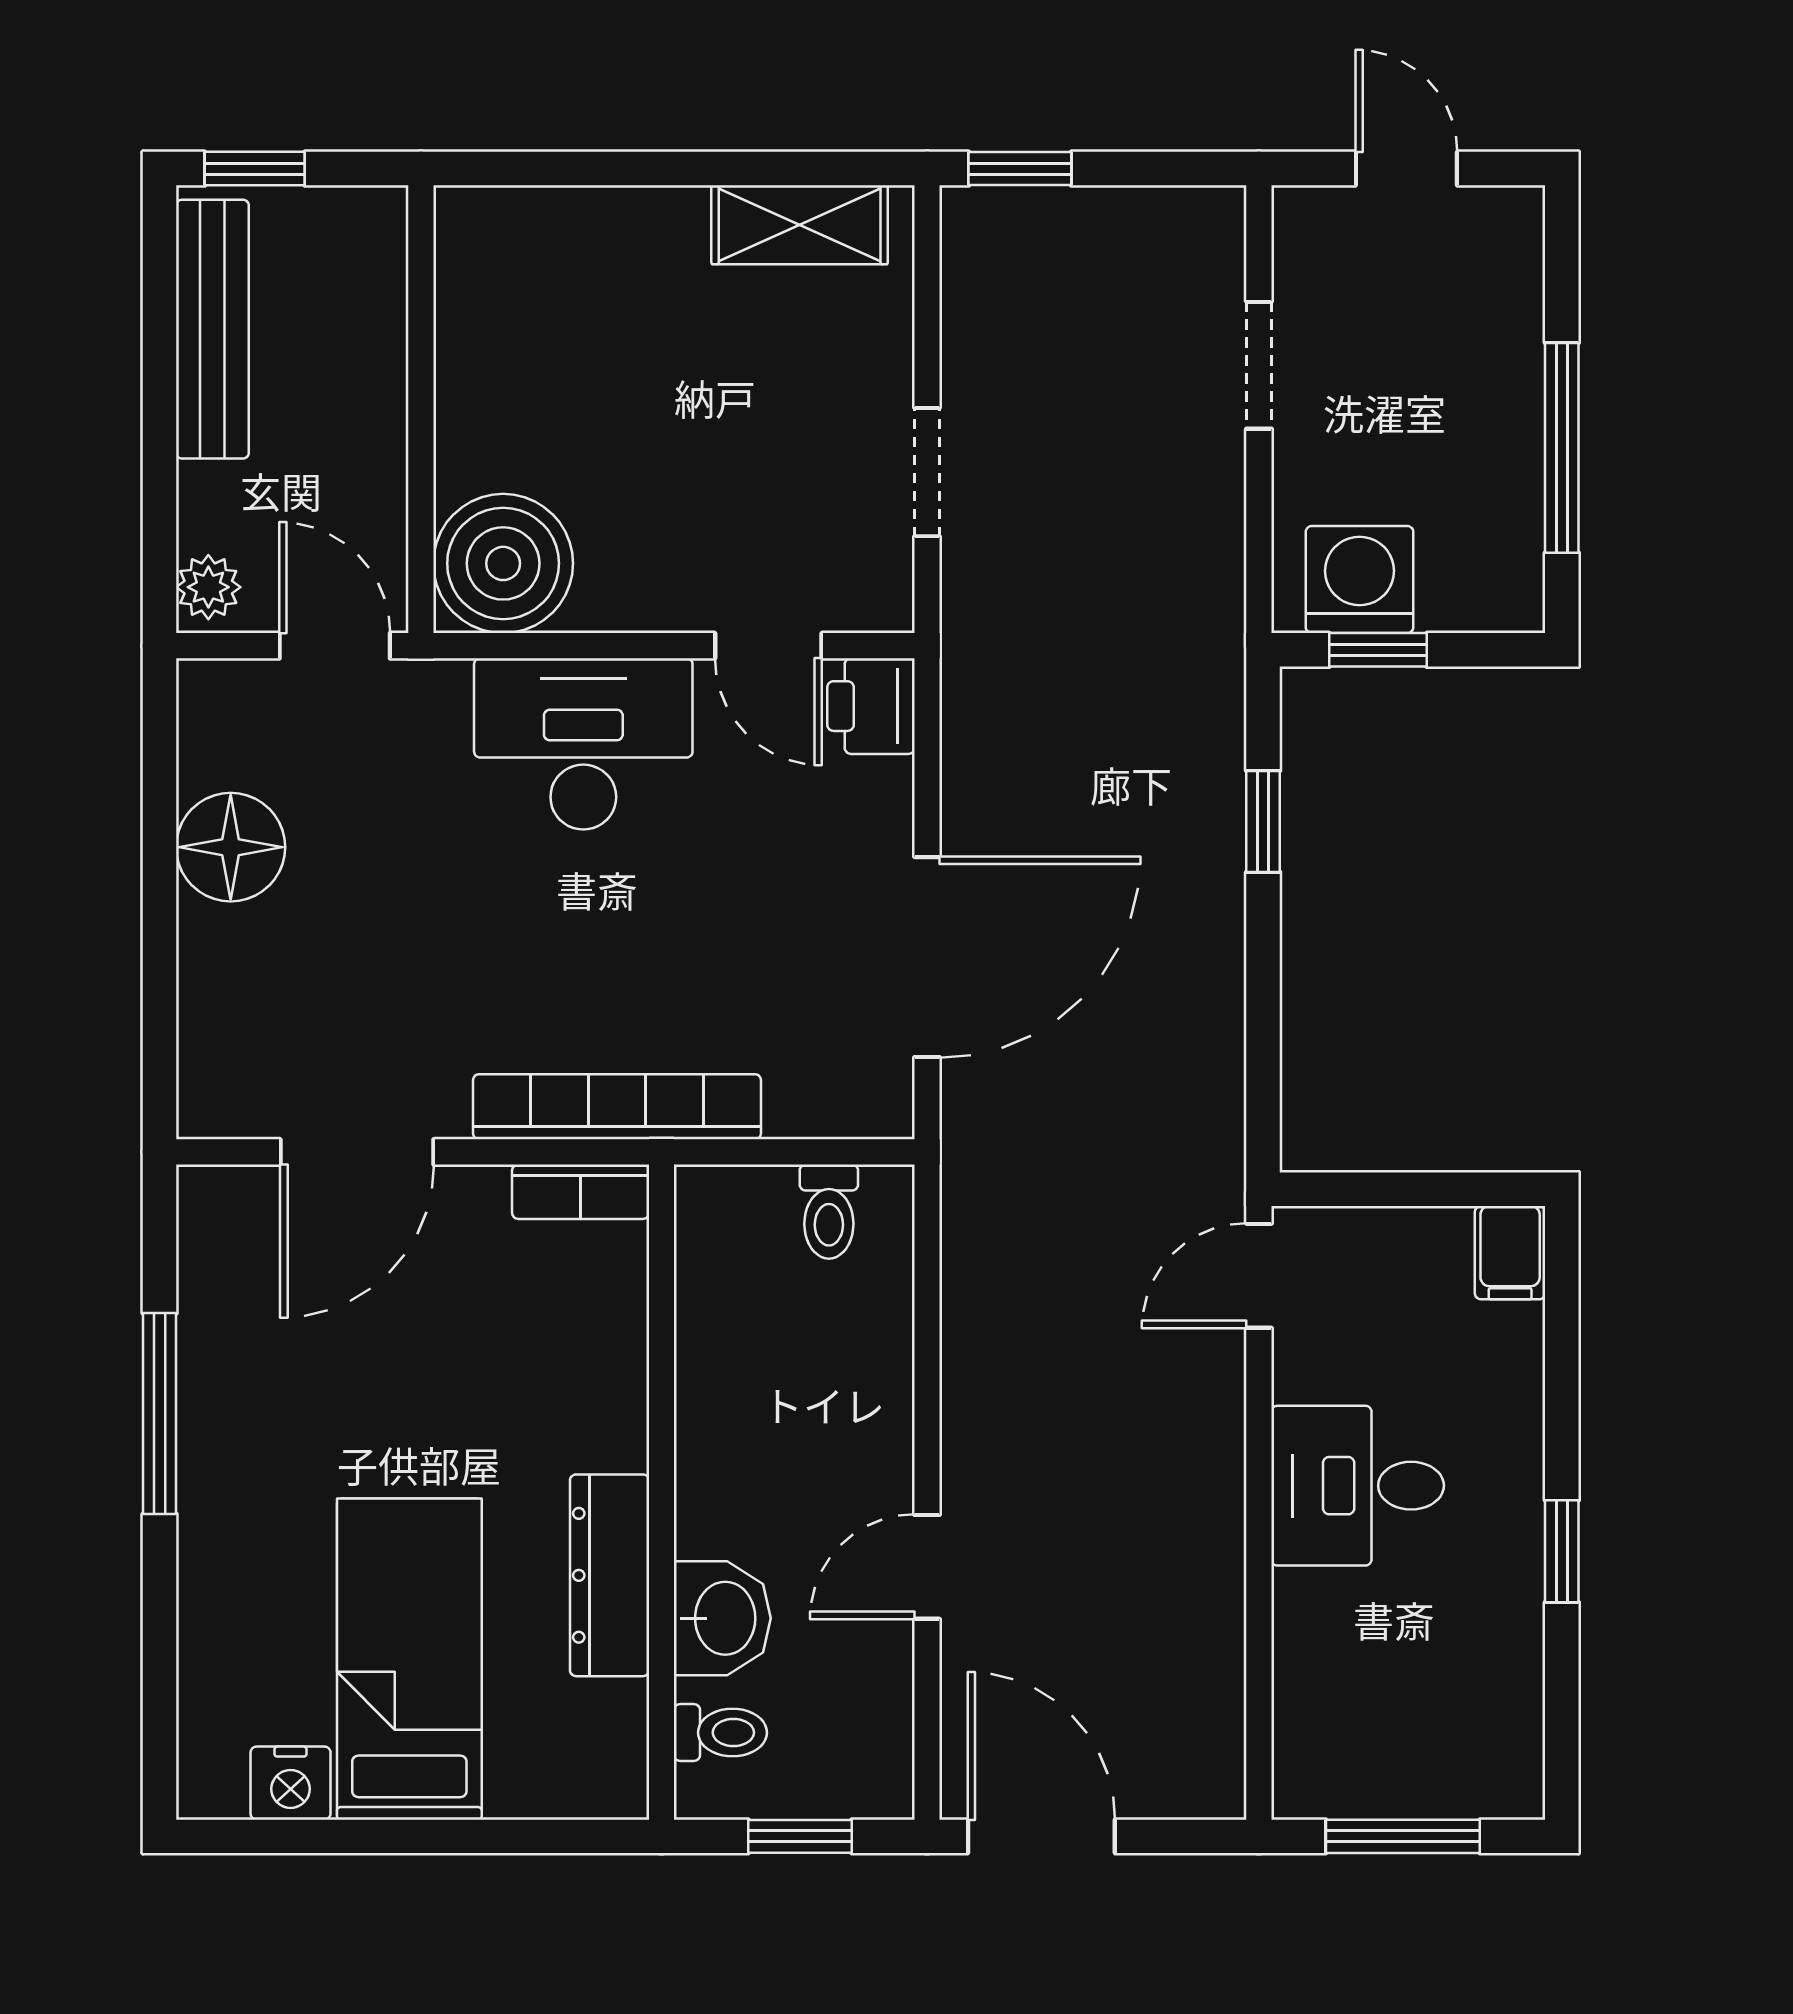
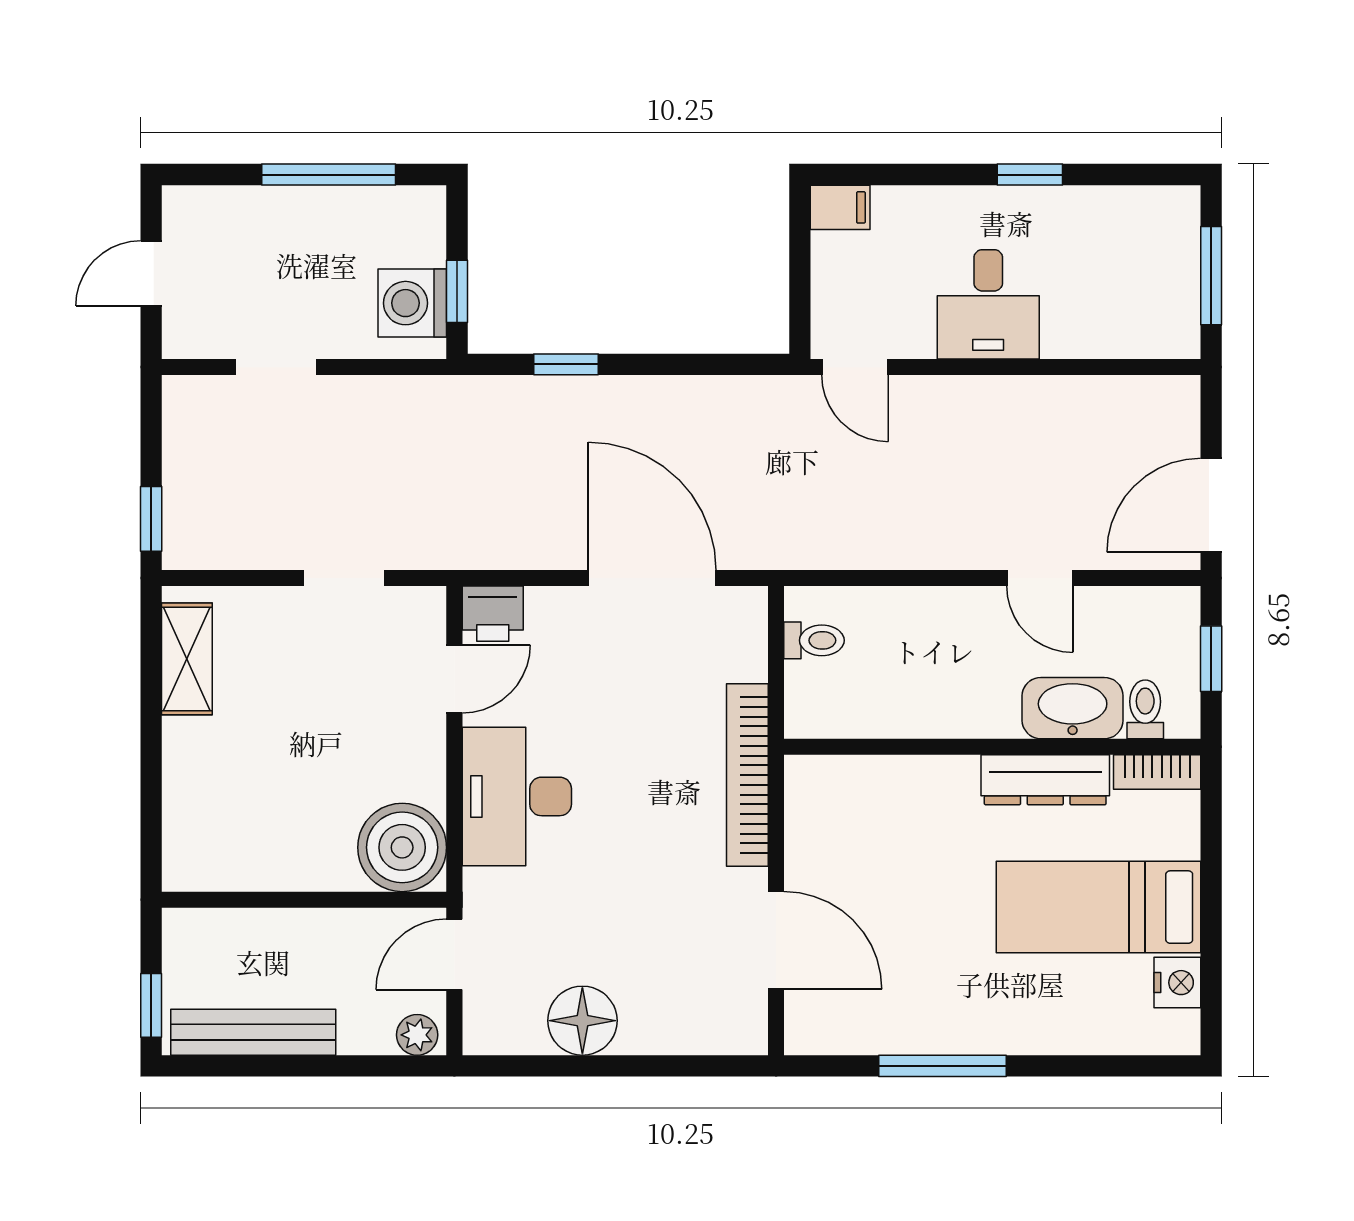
bookcase: (581, 1192) -> (1157, 772), moved, turned 90
washbasin: (722, 1618) -> (1073, 708), width x1.38

